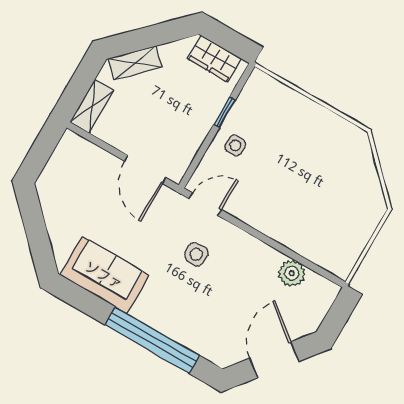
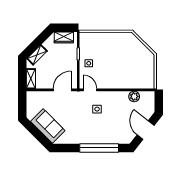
door: (145, 169) -> (62, 90), swing flipped
door: (205, 204) -> (90, 90), hinge flipped
sofa: (104, 275) -> (48, 126), moved, turned 45

